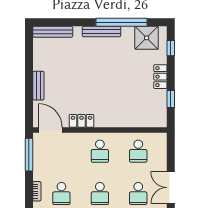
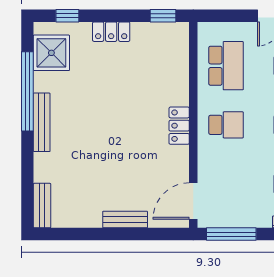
bench: (53, 32) -> (42, 206), width x0.73
window: (171, 99) -> (163, 16), moved
locker: (82, 121) -> (179, 126), moved
school desk: (138, 151) -> (226, 66), width x1.85

